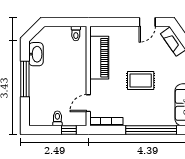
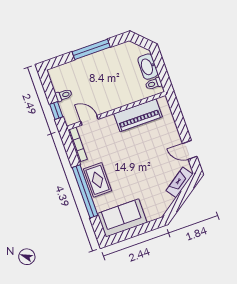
washbasin: (36, 54) -> (148, 67), moved, turned 90
rug: (141, 80) -> (98, 180), moved

